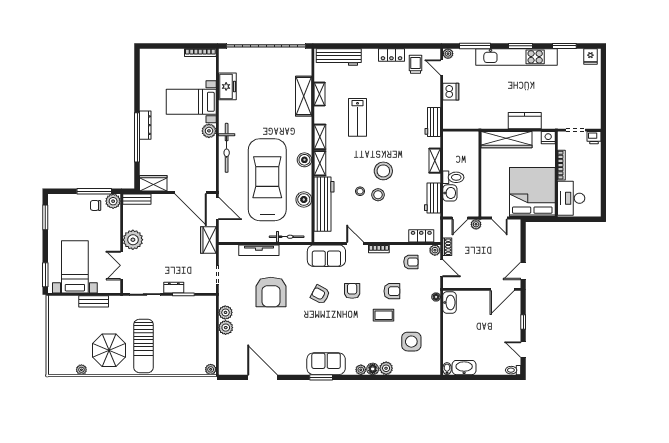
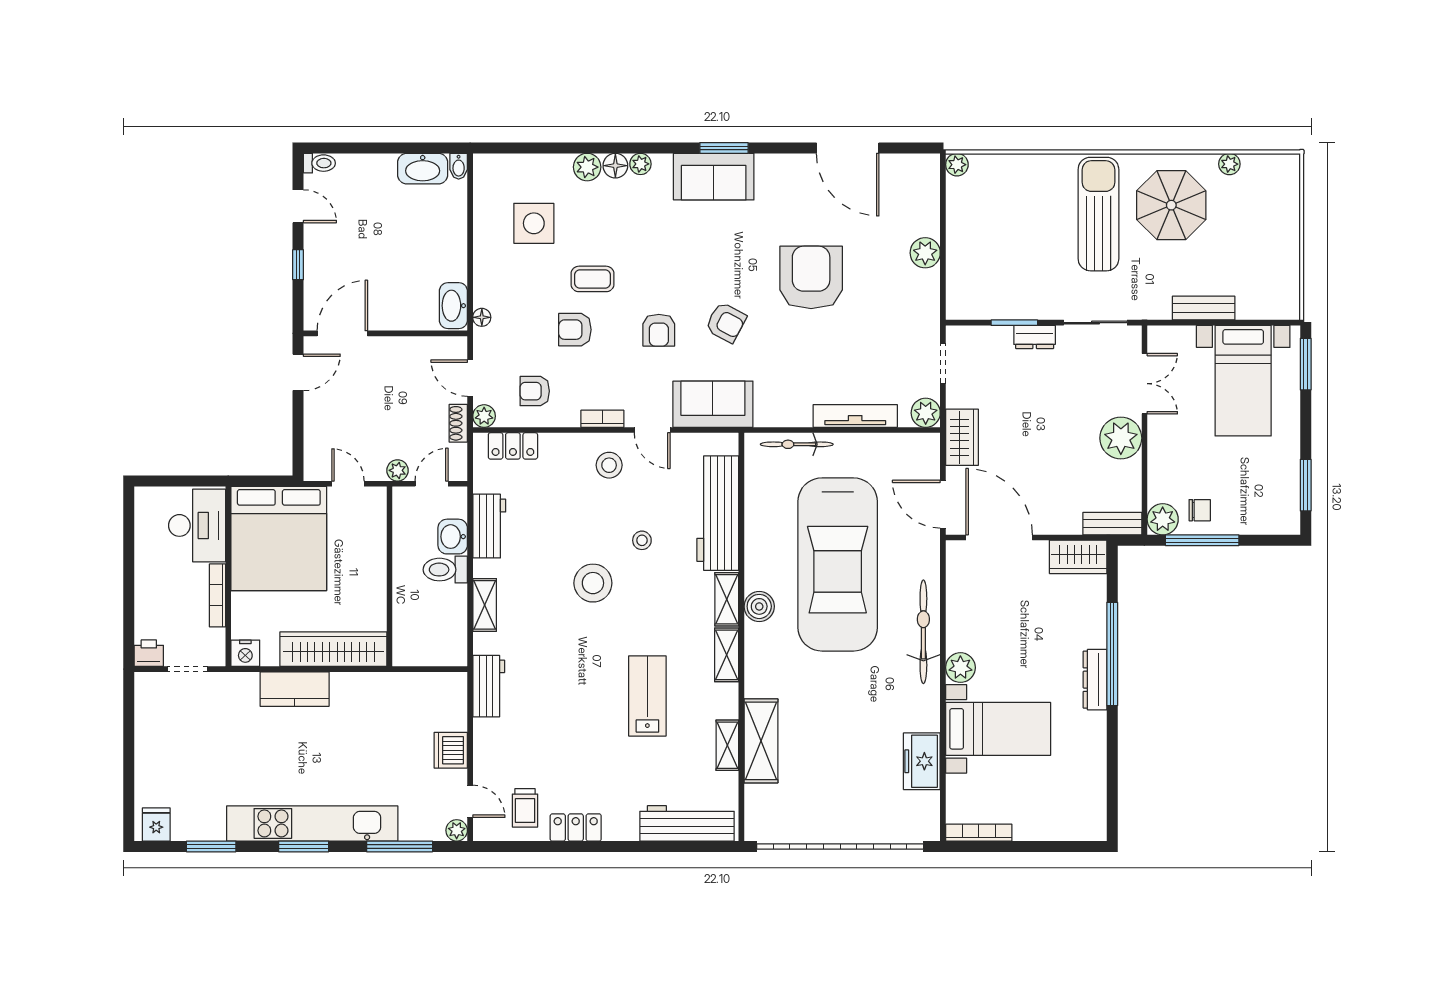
stool: (378, 195) -> (609, 465), moved
boiler: (304, 200) -> (761, 523), removed
armchair: (271, 292) -> (811, 277), moved
plant: (225, 312) -> (926, 413), moved

